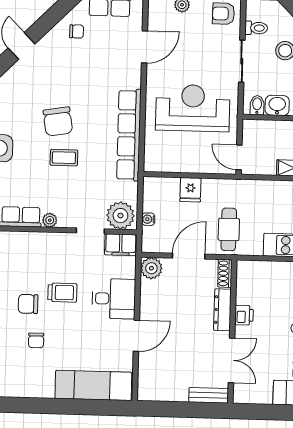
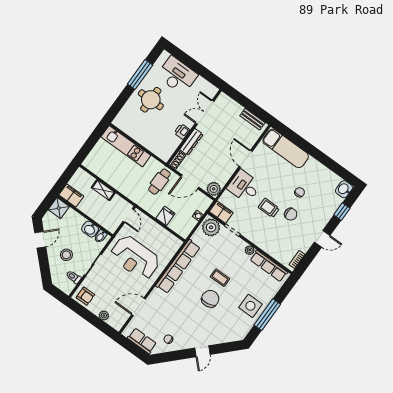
door: (136, 336) -> (246, 159), hinge flipped
bench: (209, 395) -> (252, 119), moved

